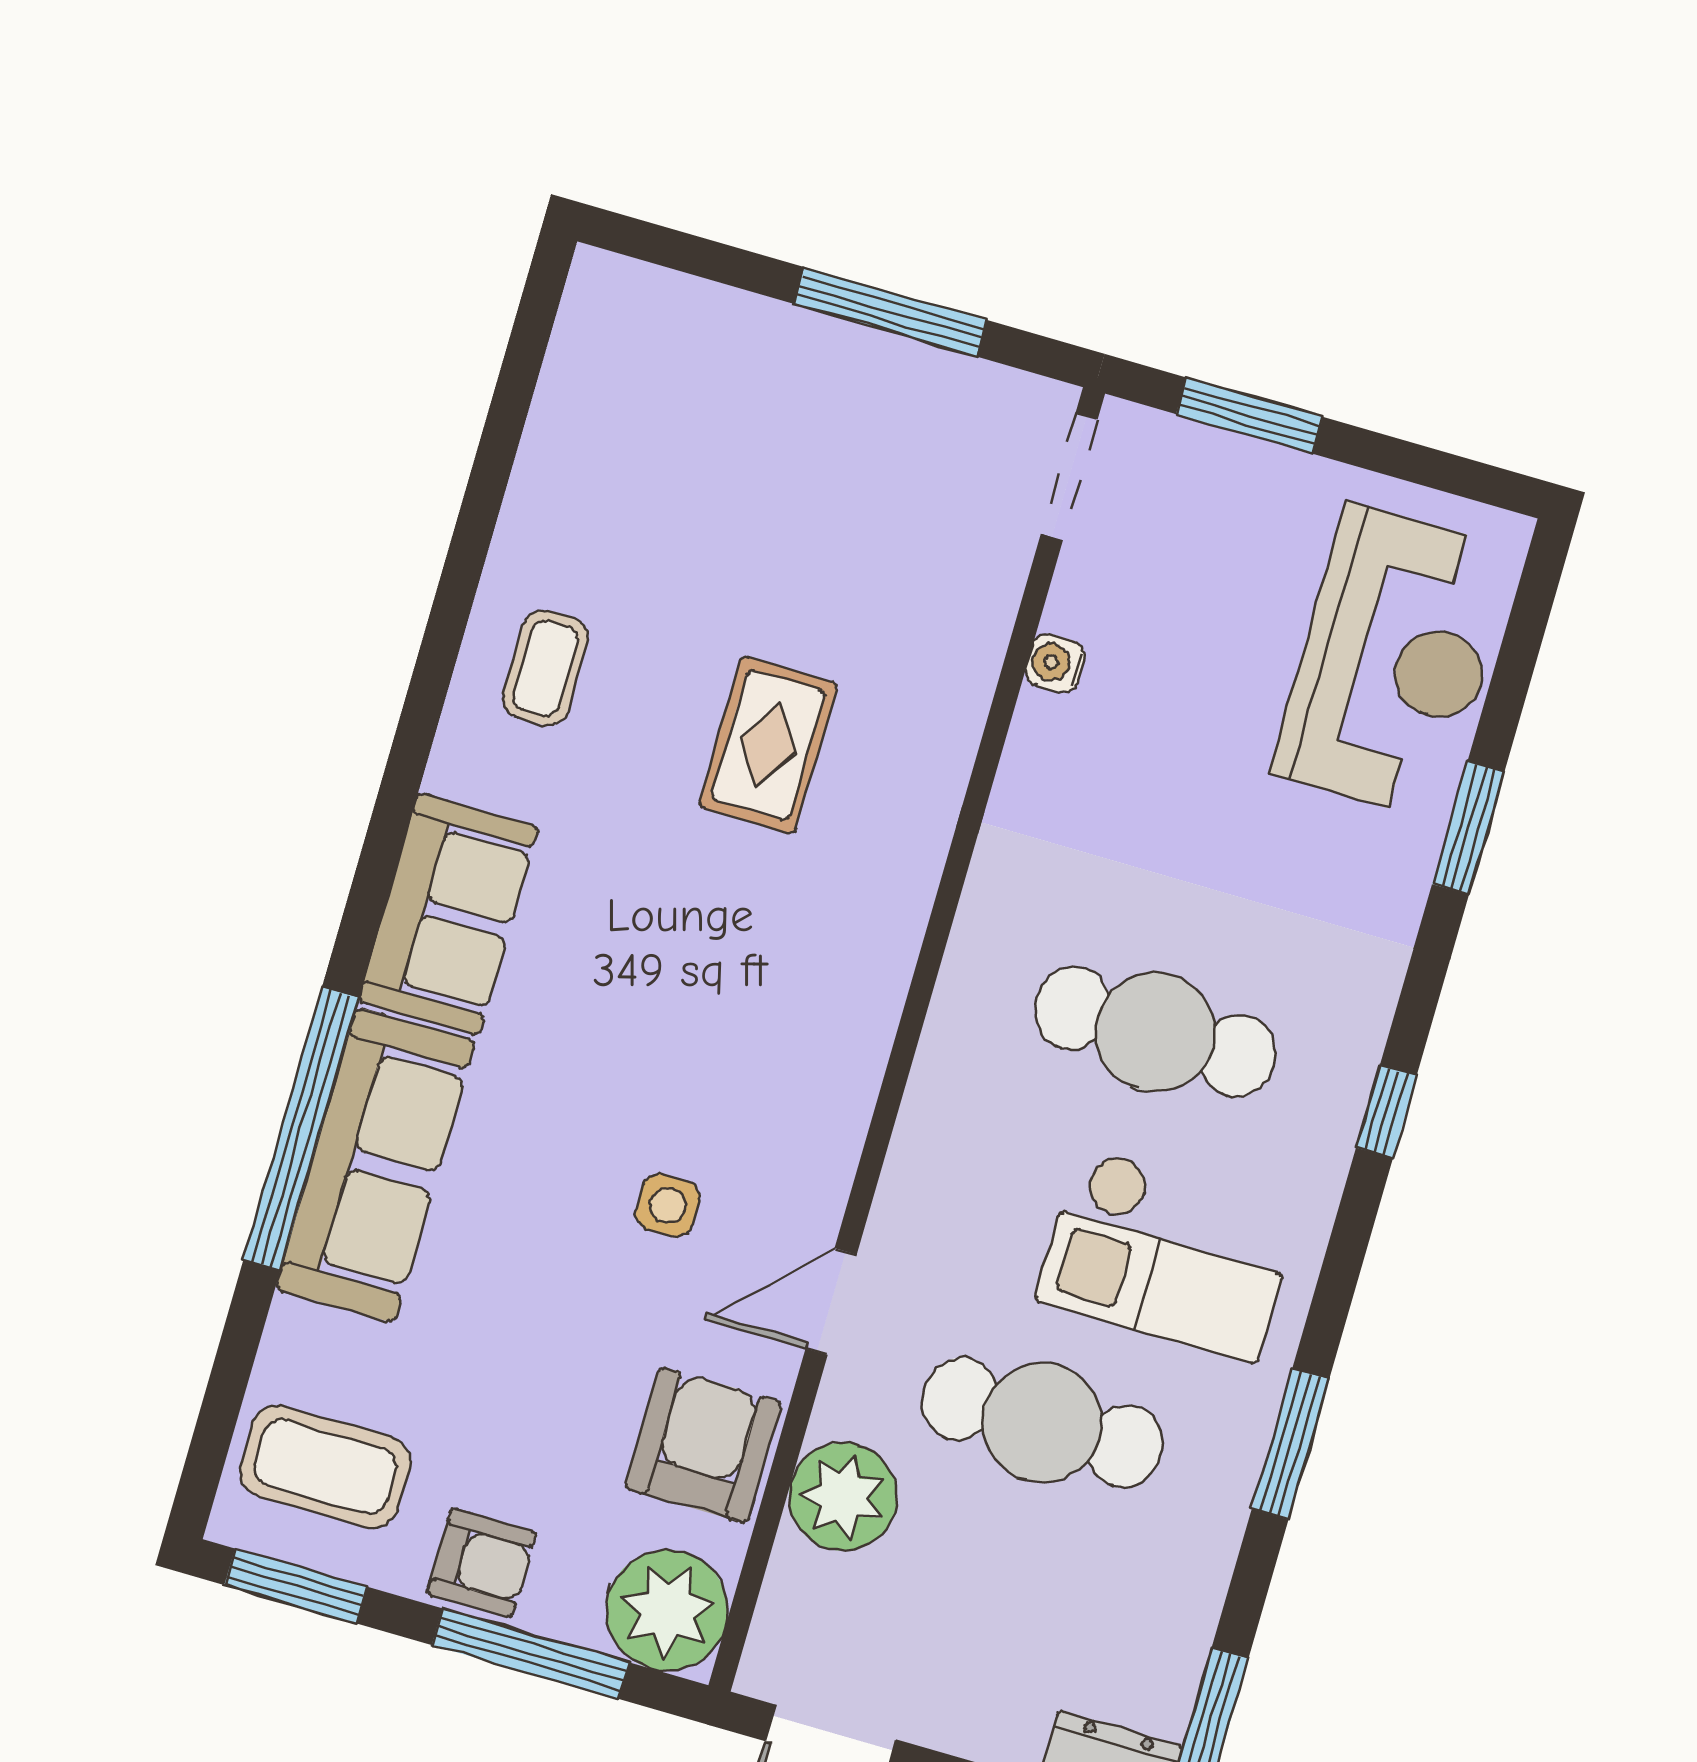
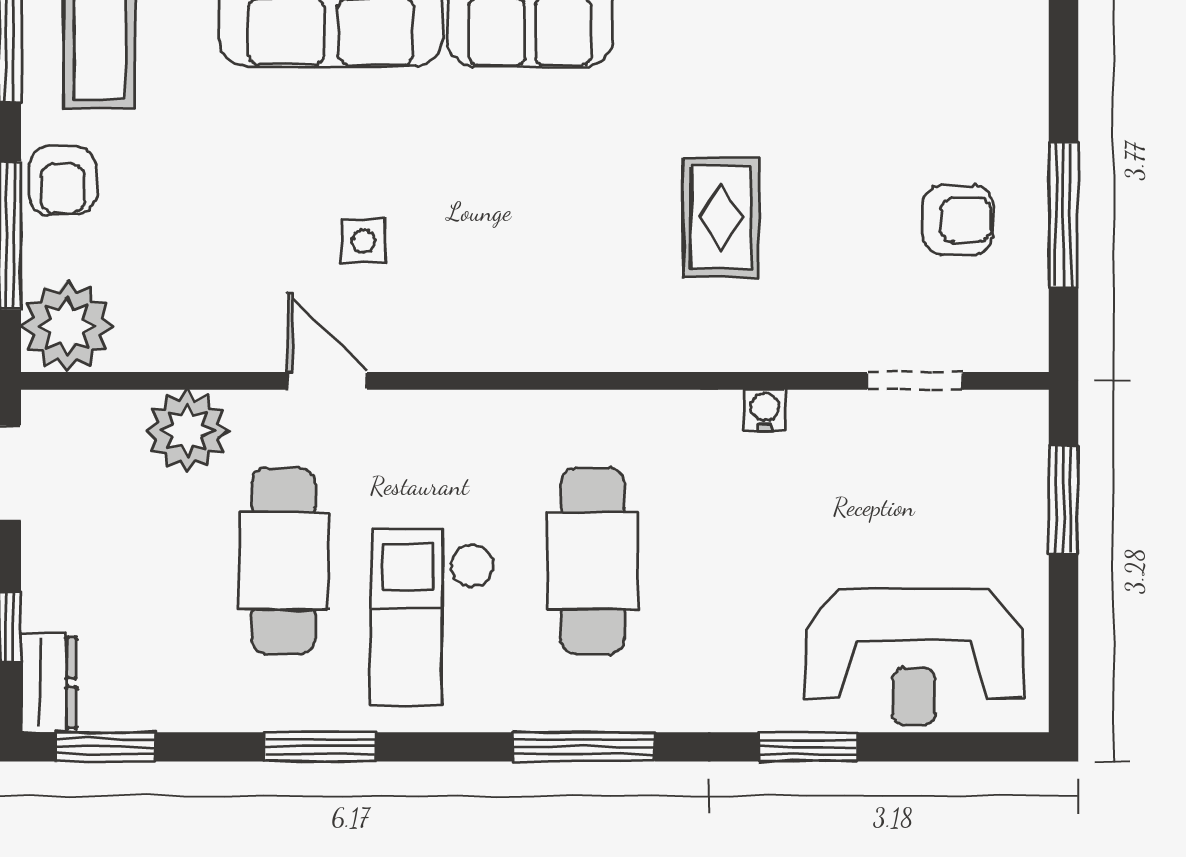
doorway: (1069, 477) -> (915, 381), moved
water cooler: (1055, 663) -> (765, 410), moved
coffee table: (546, 668) -> (730, 38), removed
rug: (768, 745) -> (721, 217), turned 90
window: (1386, 1111) -> (584, 747), width x2.17
armchair: (703, 1445) -> (958, 220), moved, width x0.72, depth x0.72

